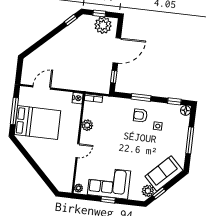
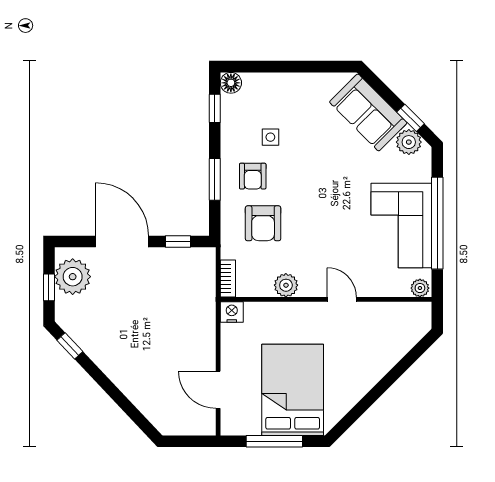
armchair: (118, 118) -> (263, 223), added
window: (190, 140) -> (292, 67), removed
window: (108, 200) -> (437, 223), width x3.17

